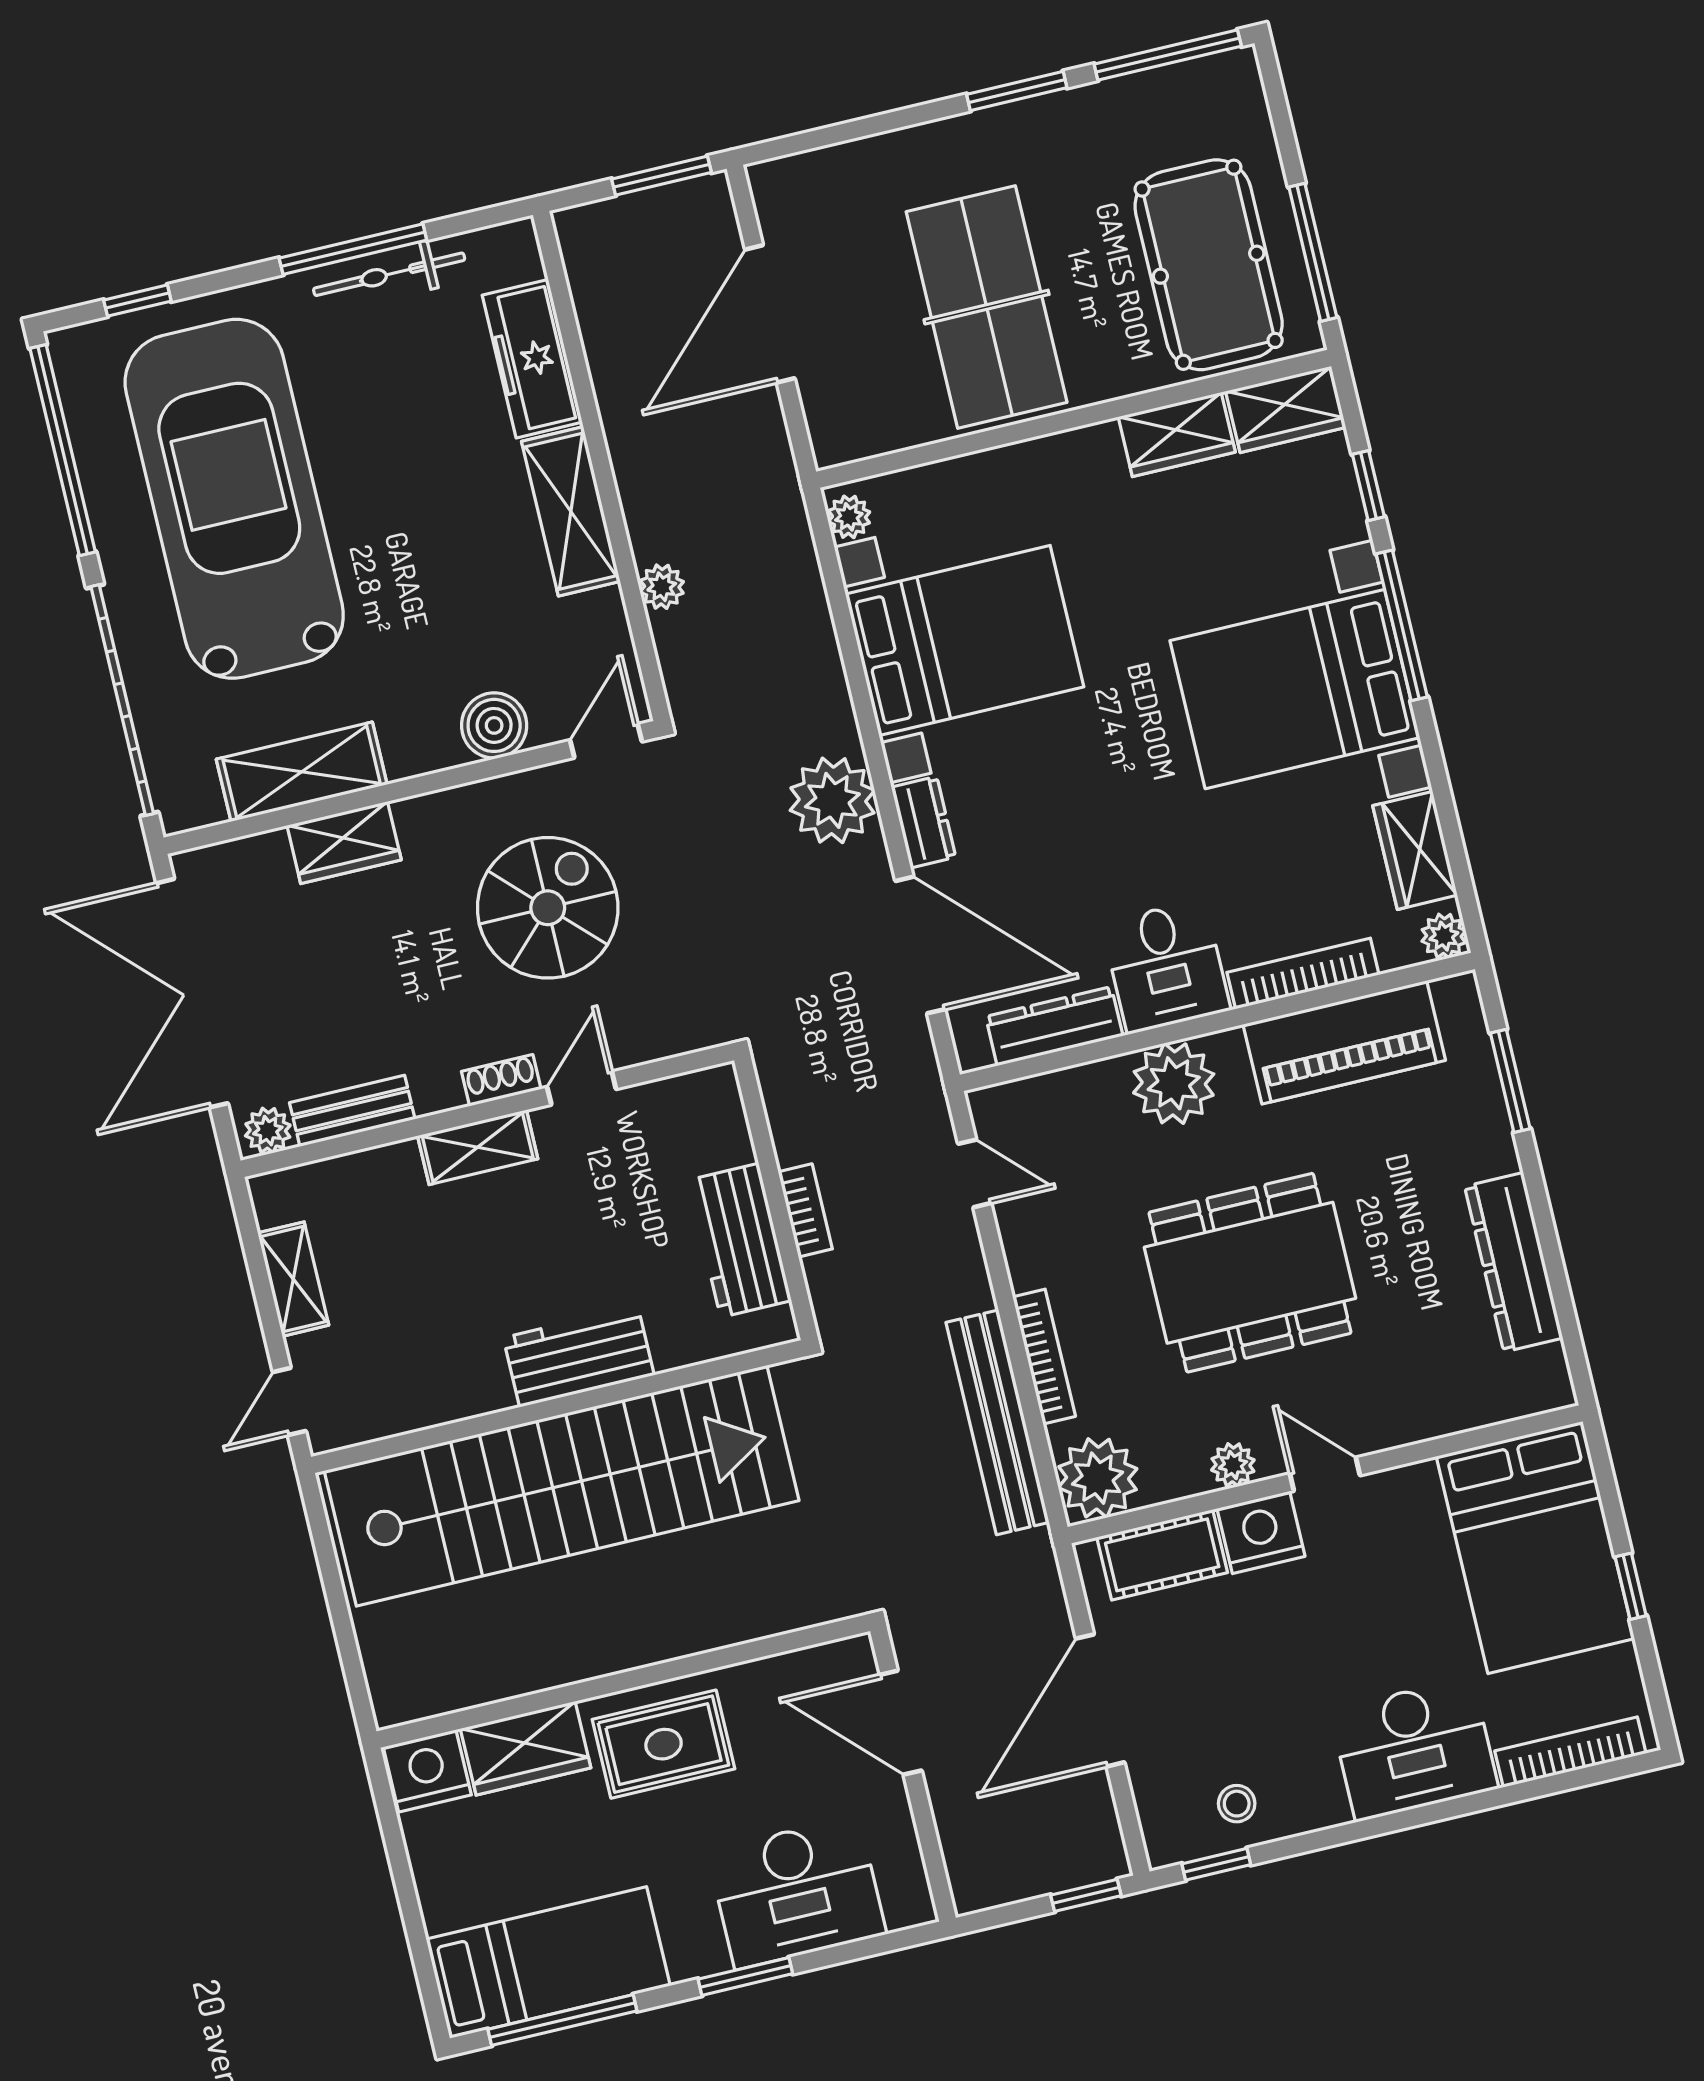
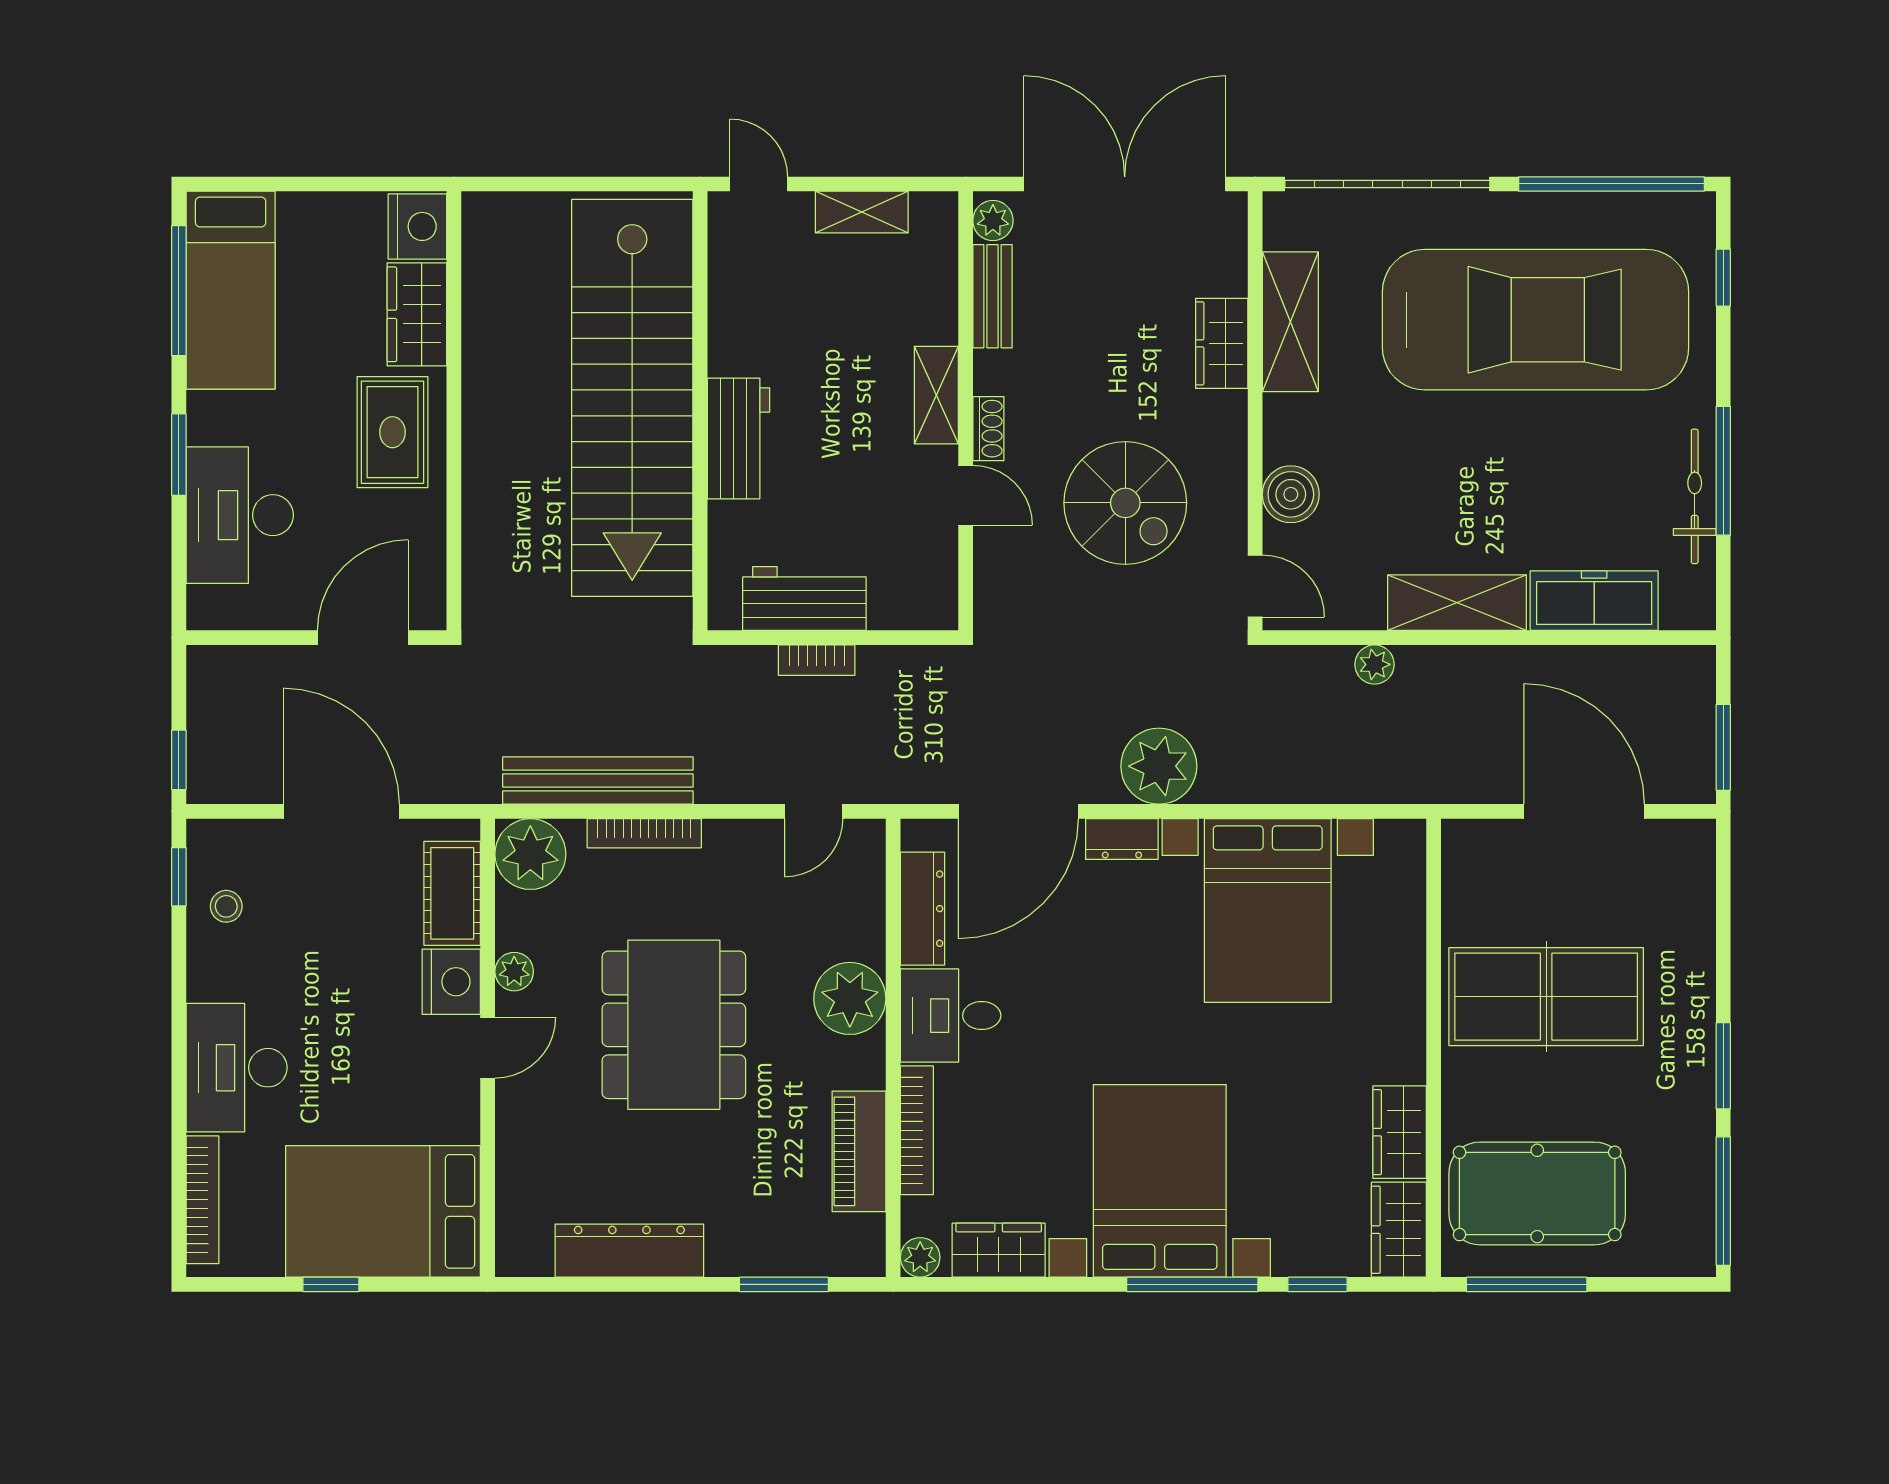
plant: (849, 517) -> (1396, 837), removed
piano: (1344, 1042) -> (859, 1151), width x0.73, depth x0.75

